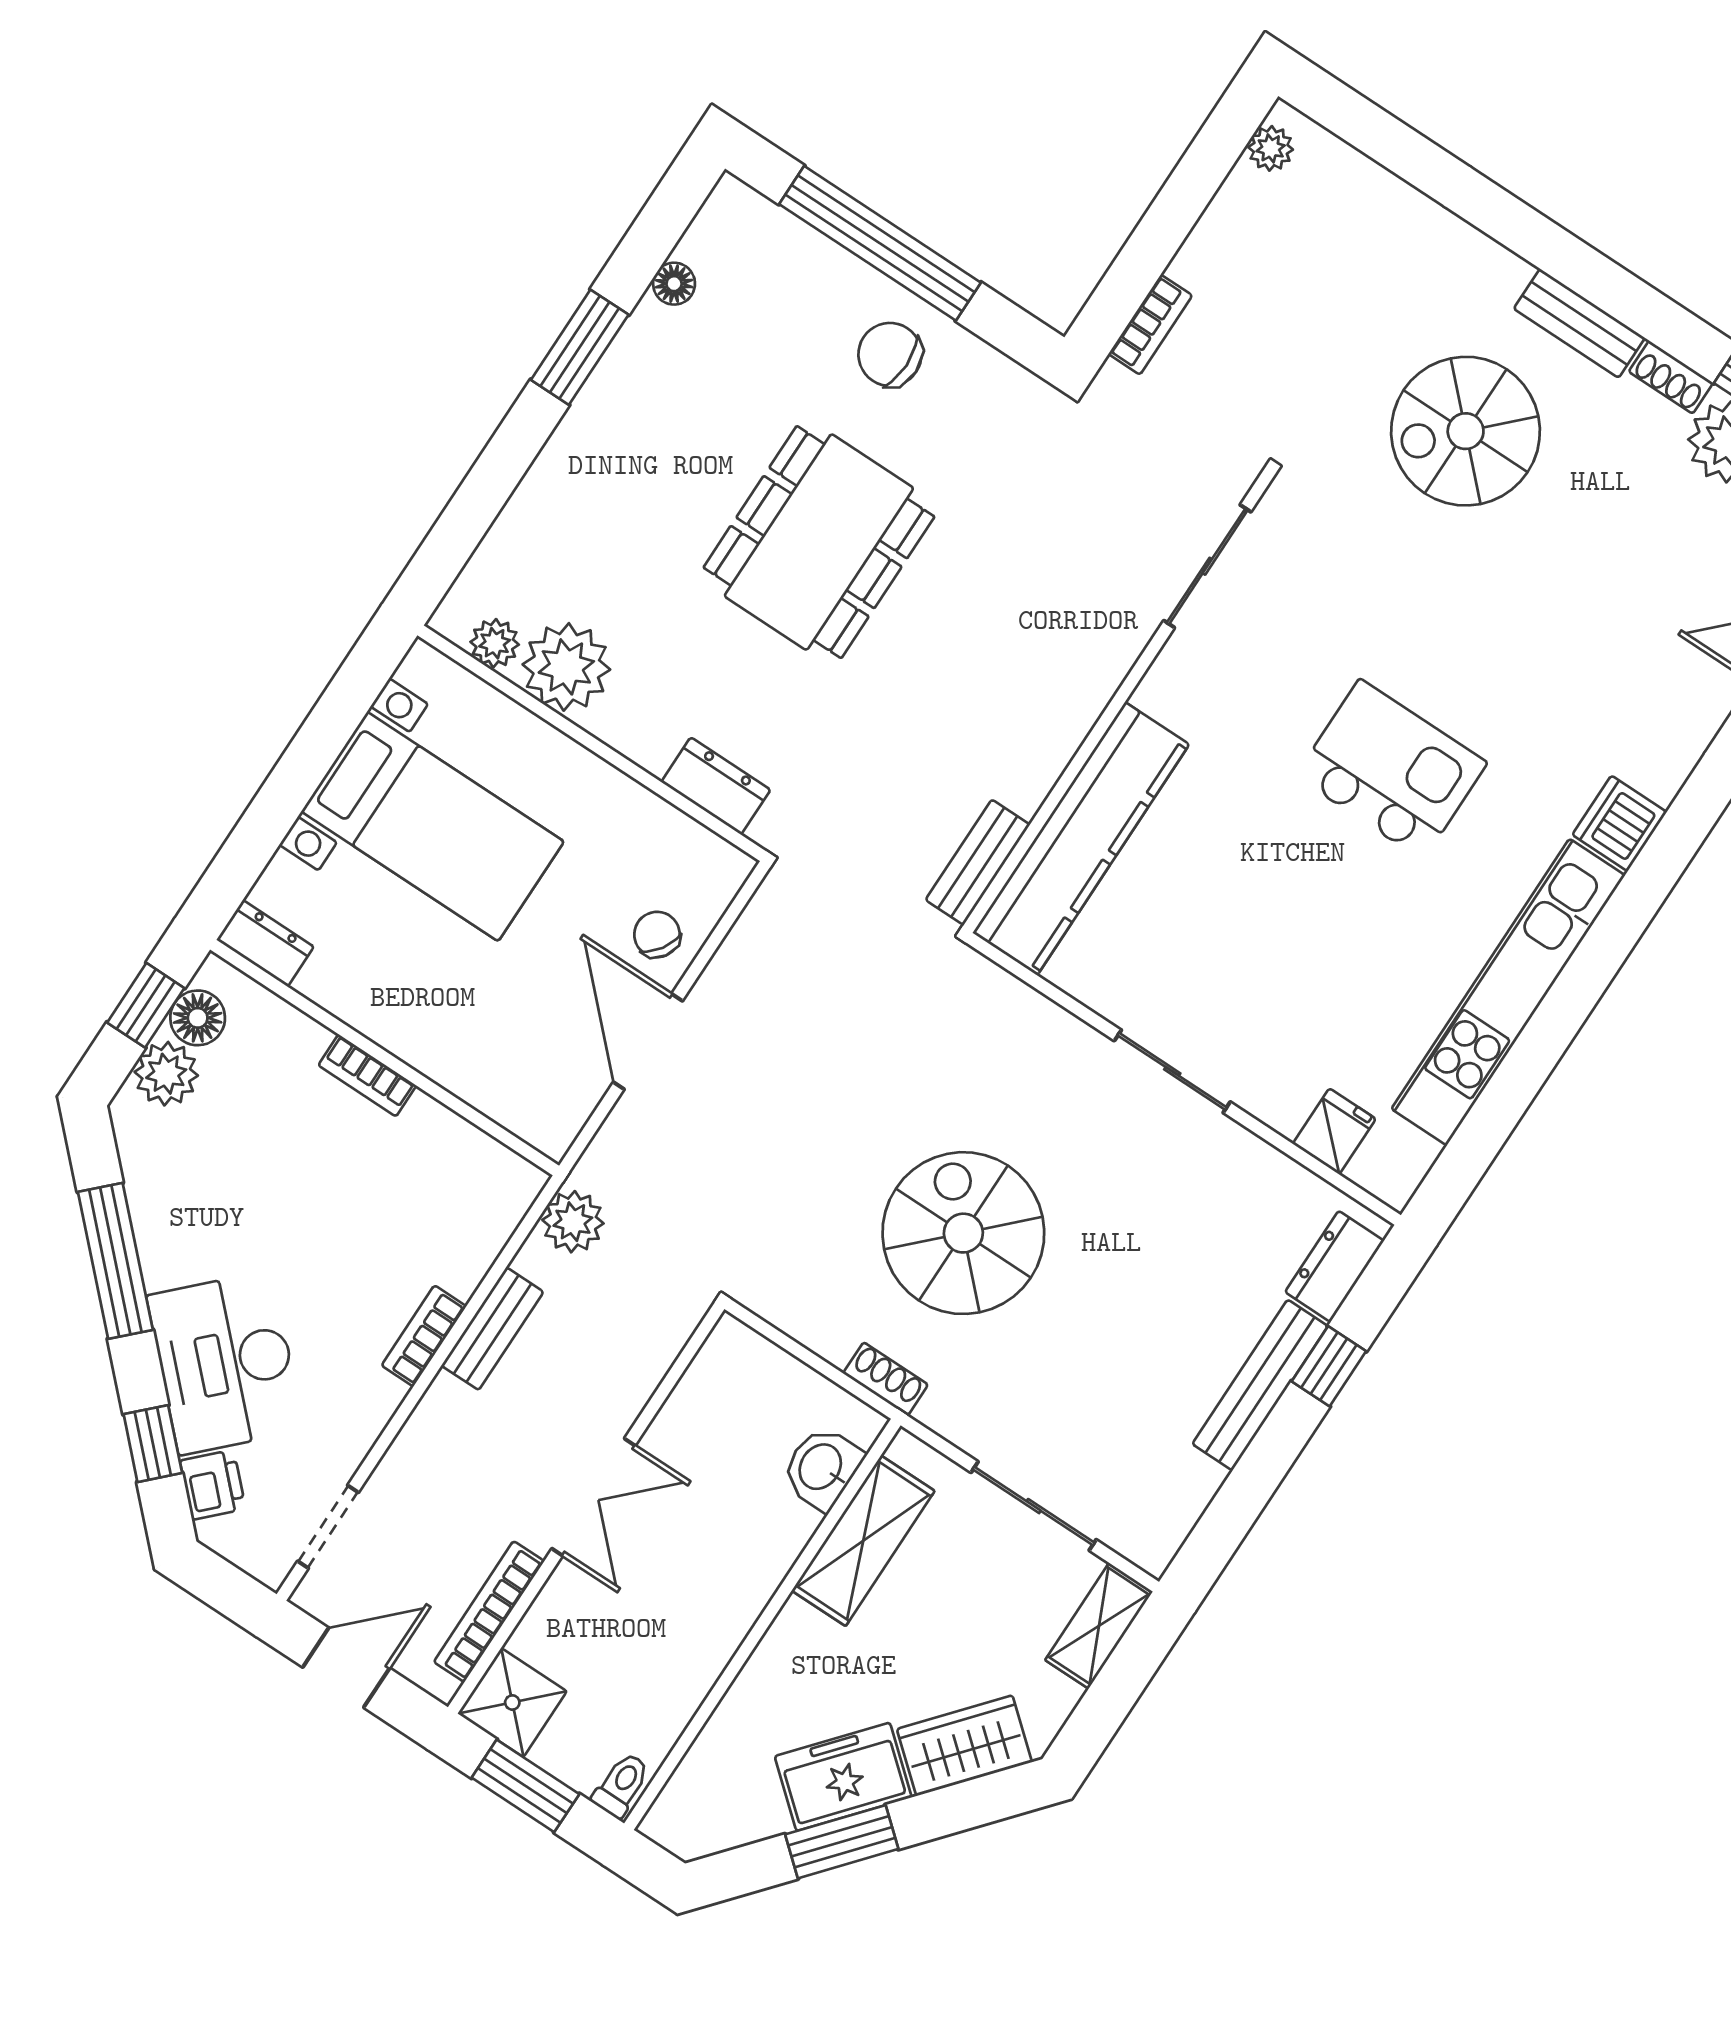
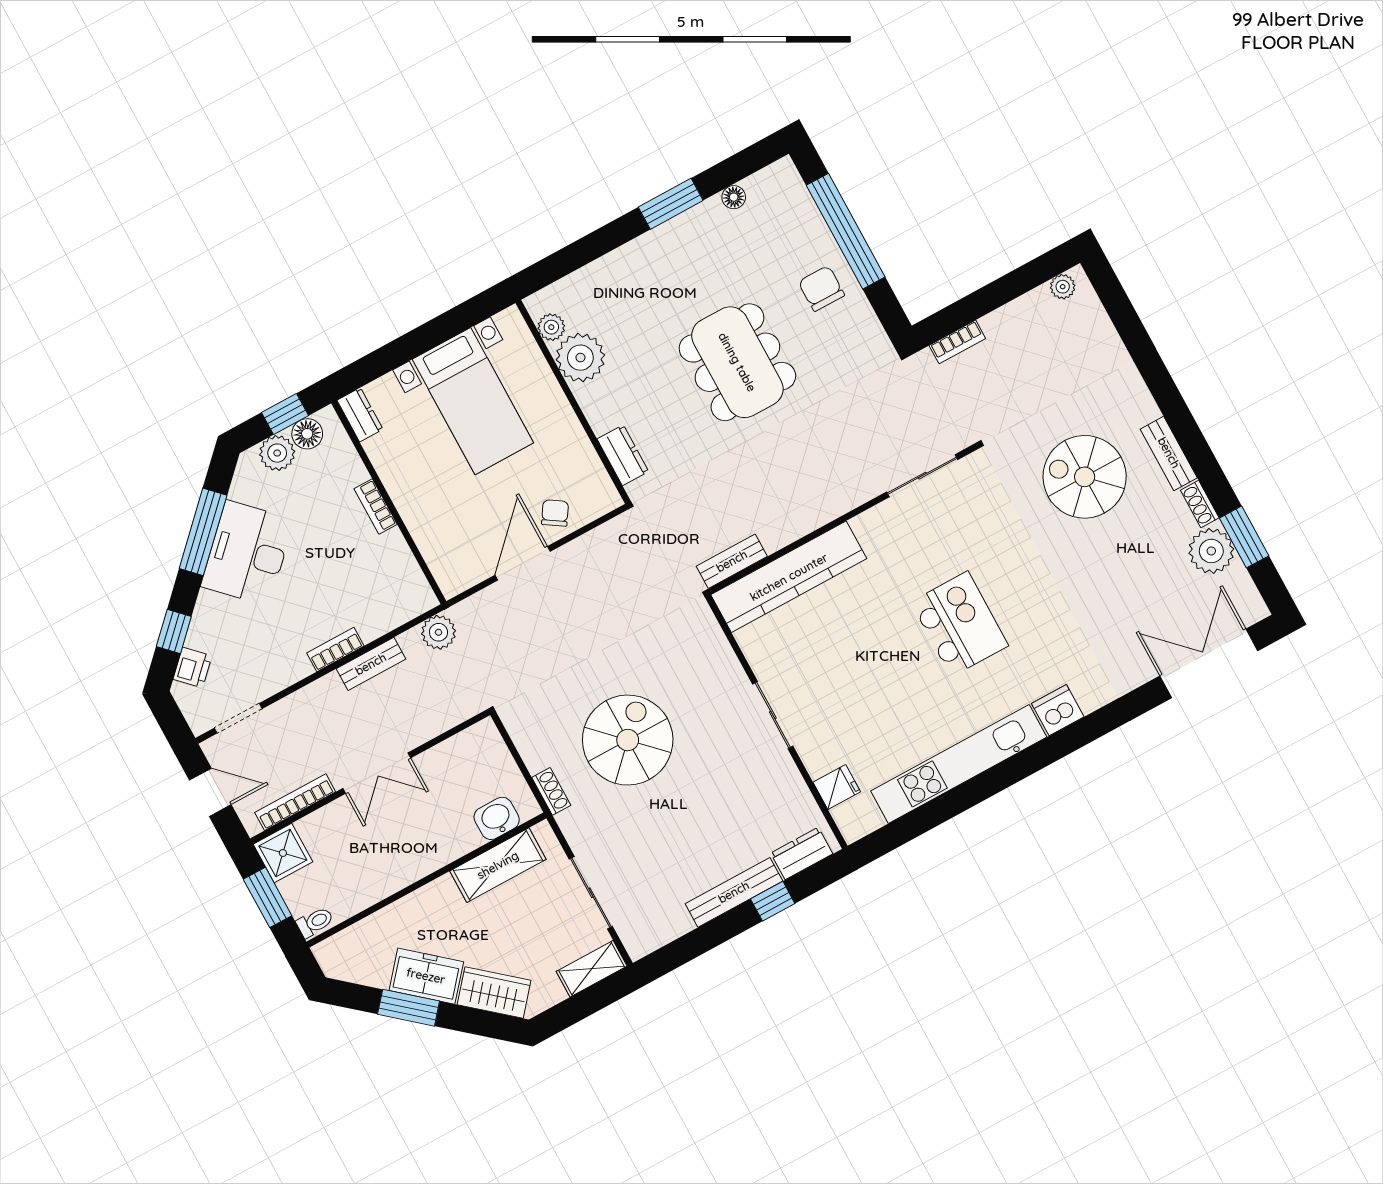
dining table: (819, 542) -> (737, 362), turned 90
desk: (225, 1363) -> (248, 553), moved

